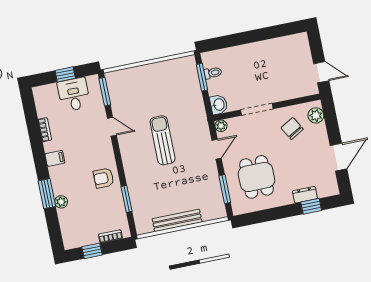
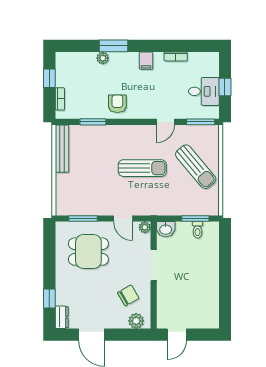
sun lounger: (150, 87) -> (196, 167), added
dresser: (305, 195) -> (62, 317), moved
bench: (177, 220) -> (62, 149), moved

